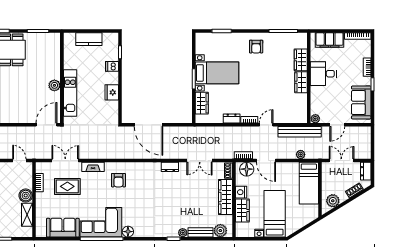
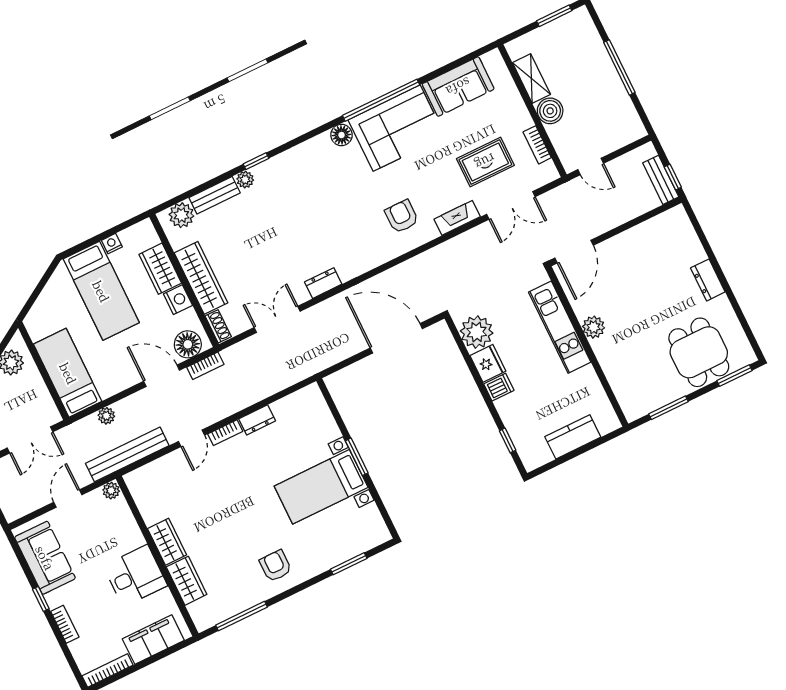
dishwasher: (112, 66) -> (499, 387), moved
wardrobe: (202, 103) -> (322, 421), removed
plant: (110, 110) -> (477, 332), added

